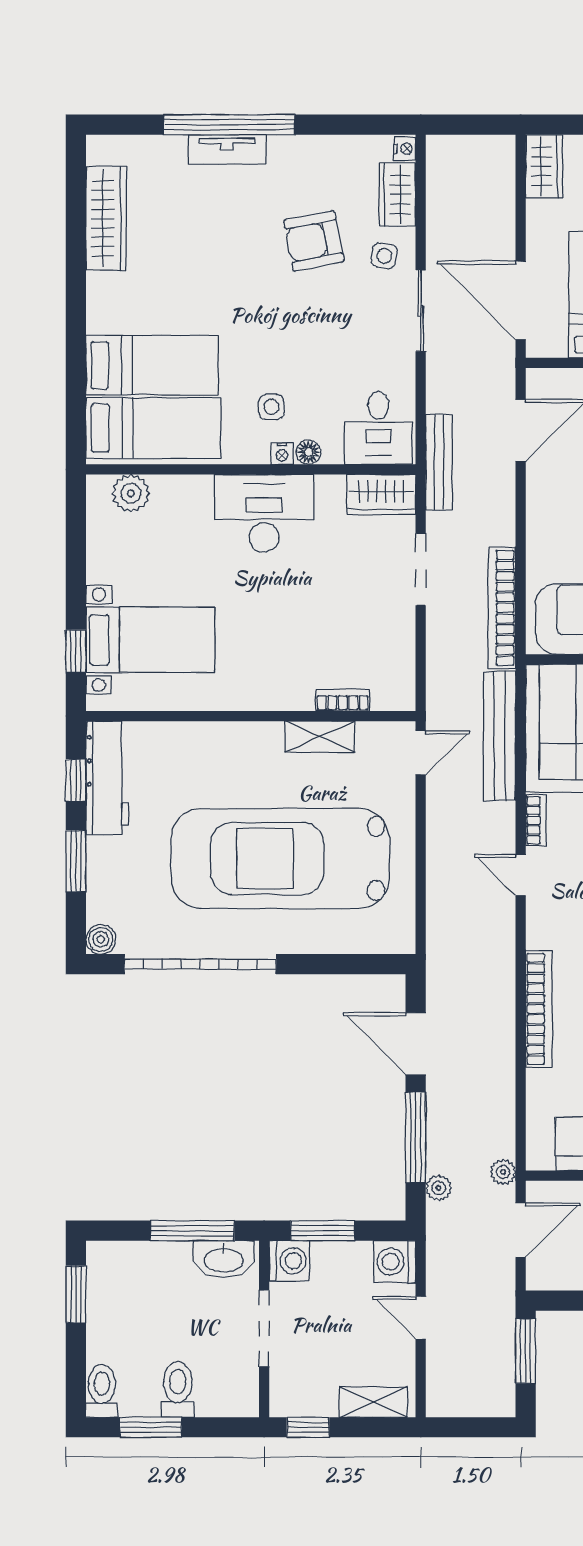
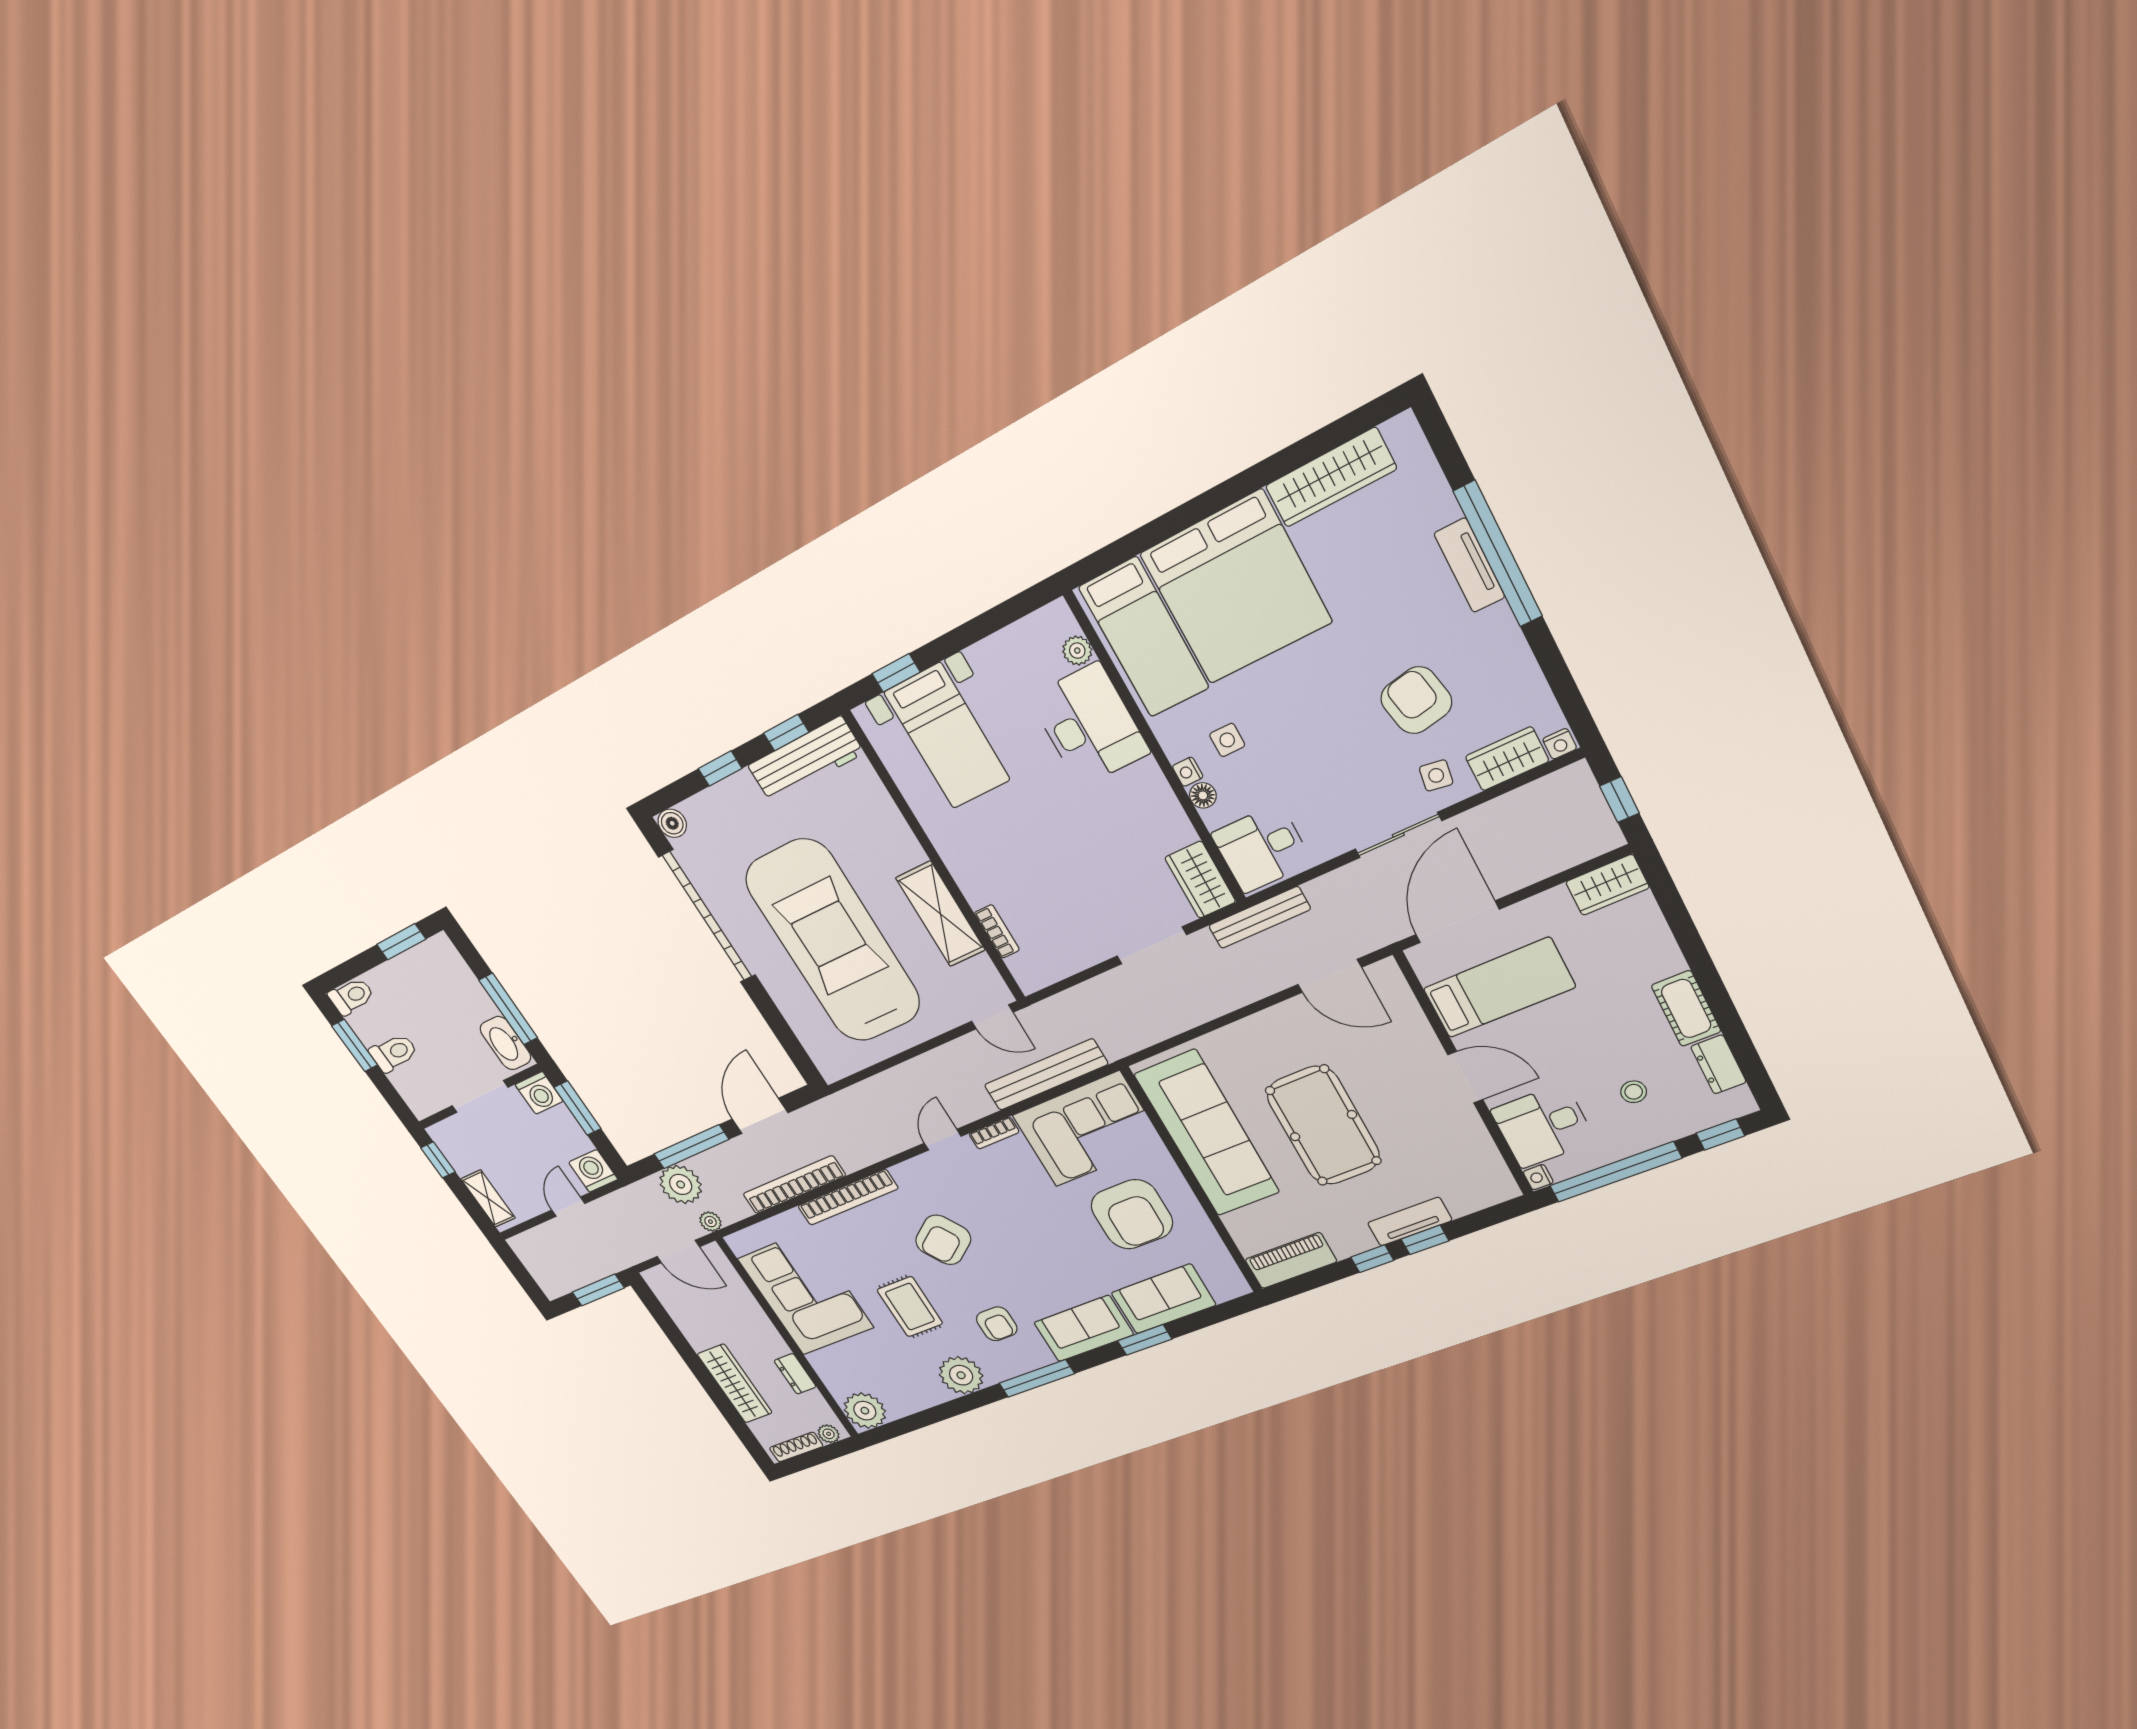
window: (474, 125) -> (1619, 800), added
bed: (152, 365) -> (1236, 588), width x2.04
plant: (131, 493) -> (1077, 651), width x0.73, depth x0.73
desk: (264, 513) -> (1089, 725), moved
bookcase: (502, 608) -> (794, 1185), moved
shelving: (320, 737) -> (941, 914), width x1.50, depth x1.33
window: (76, 861) -> (720, 768), width x0.67
plant: (439, 1188) -> (681, 1184), width x1.87, depth x1.87

